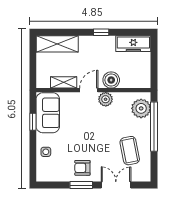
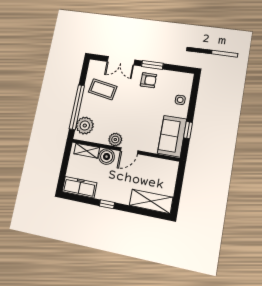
shelving: (64, 82) -> (87, 151), moved
coffee table: (130, 151) -> (103, 89), turned -69

